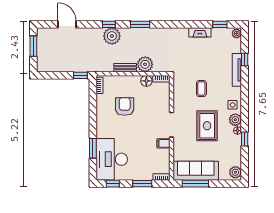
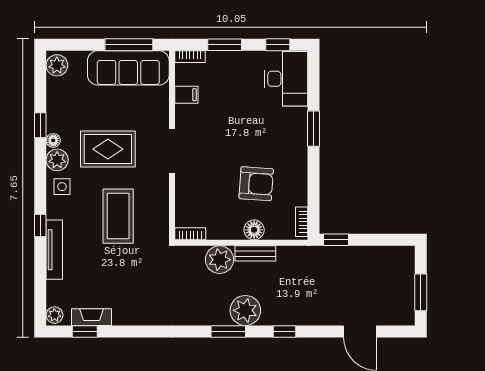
fireplace: (200, 32) -> (92, 317), moved
plant: (112, 36) -> (245, 310), moved
window: (245, 60) -> (40, 226), moved
floor lamp: (146, 81) -> (254, 230), moved
coffee table: (201, 89) -> (118, 216), width x1.86, depth x1.72
armchair: (125, 106) -> (256, 184), turned -86
rug: (207, 126) -> (108, 149), turned 90
filing cabinet: (163, 143) -> (186, 95), moved
window: (93, 148) -> (313, 129), moved
desk: (112, 159) -> (286, 79), width x0.73, depth x0.77

